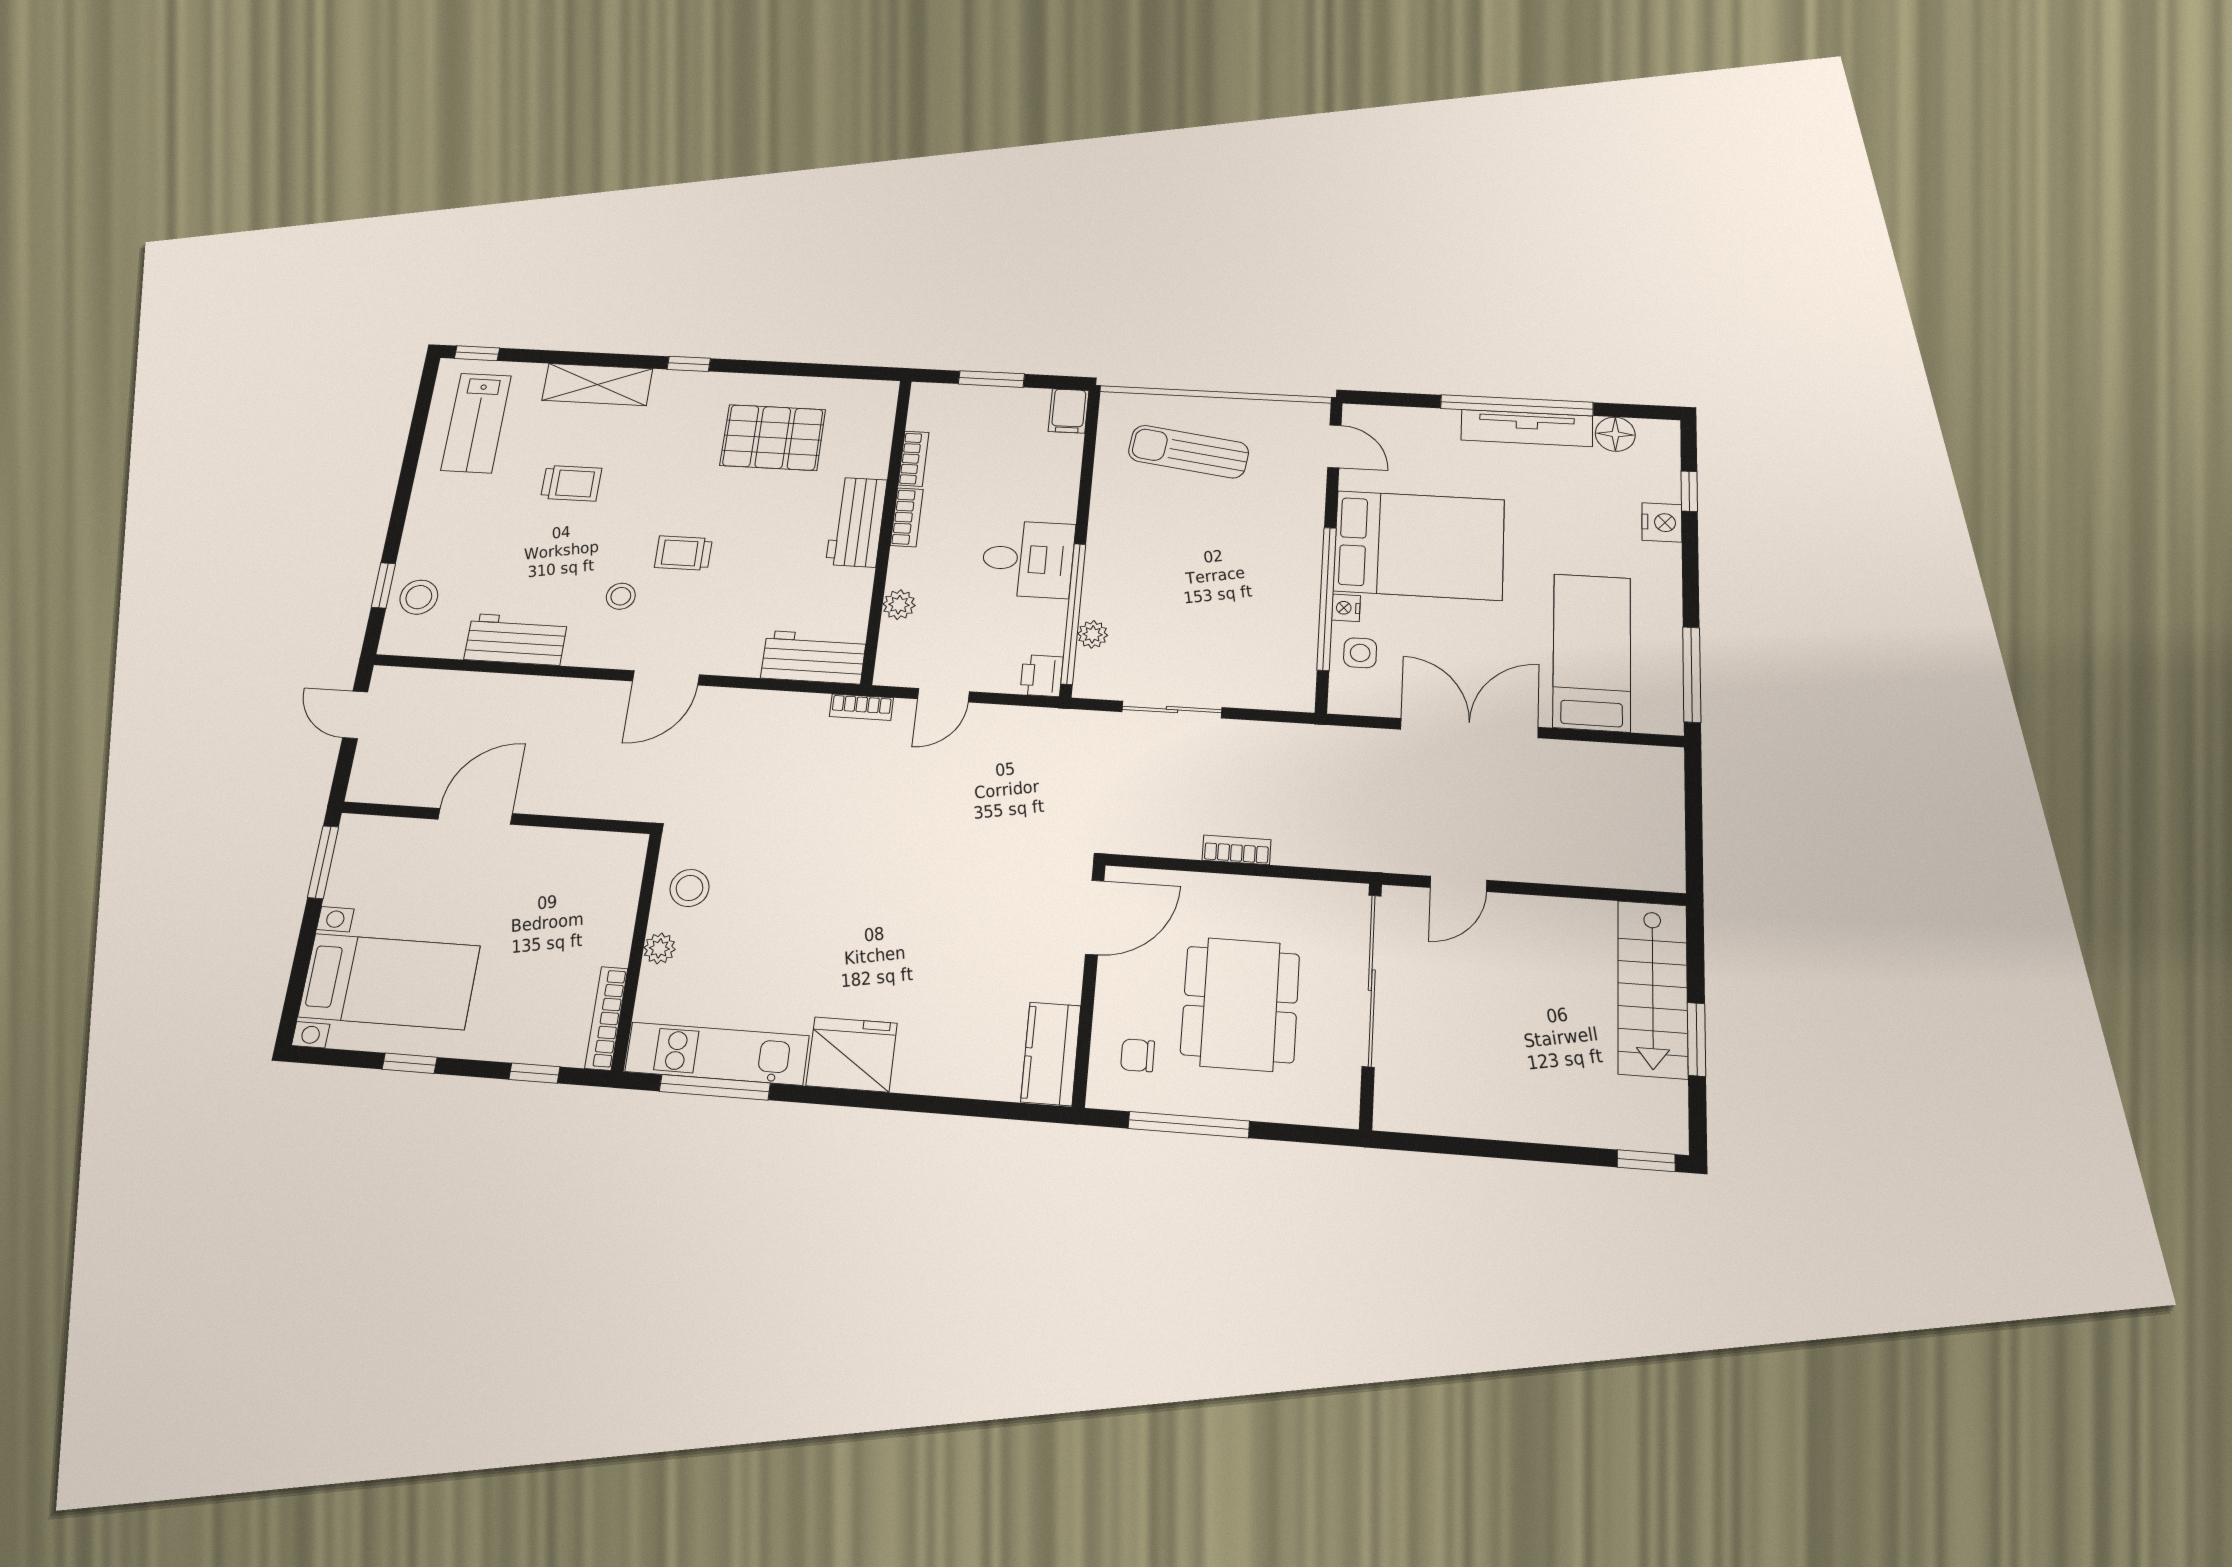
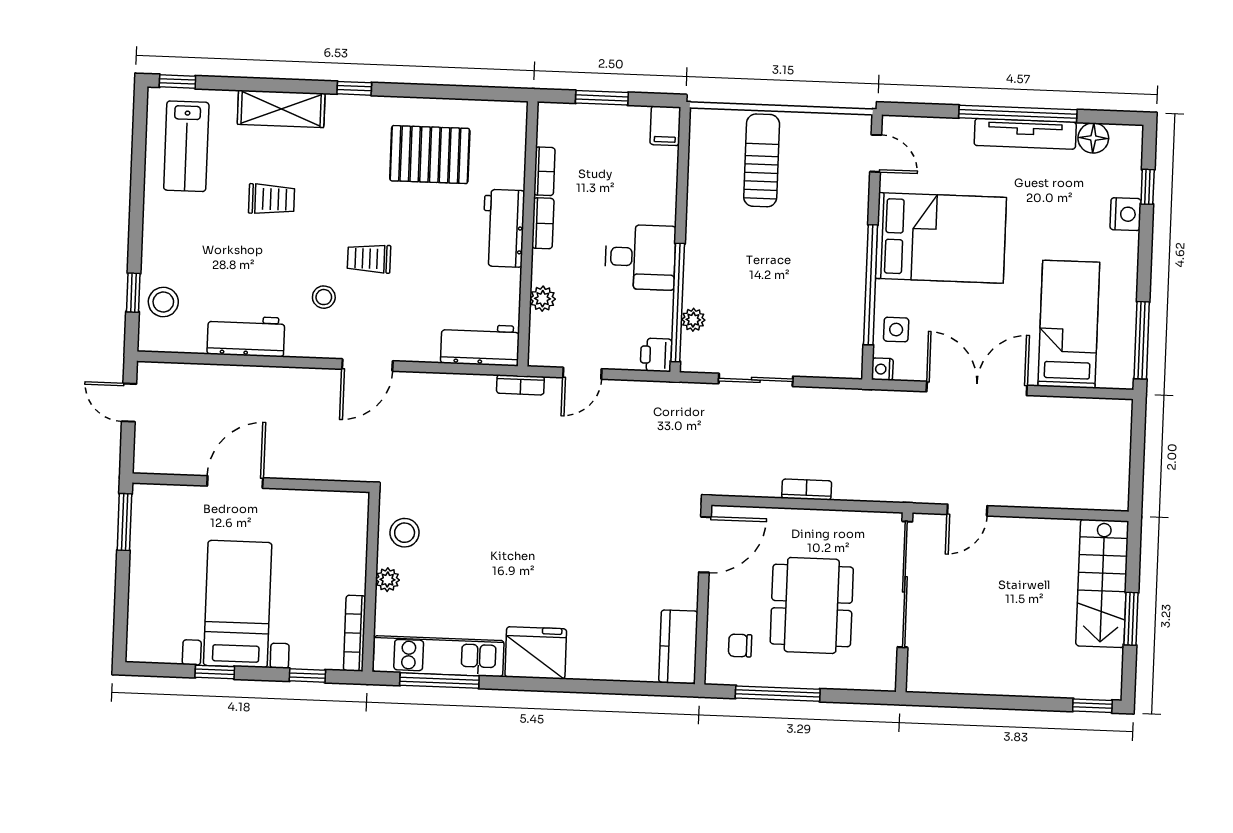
sun lounger: (1188, 452) -> (762, 160), turned 82
nightstand: (1346, 608) -> (882, 369), moved
bed with nightstands: (389, 981) -> (238, 604), moved, turned -90

